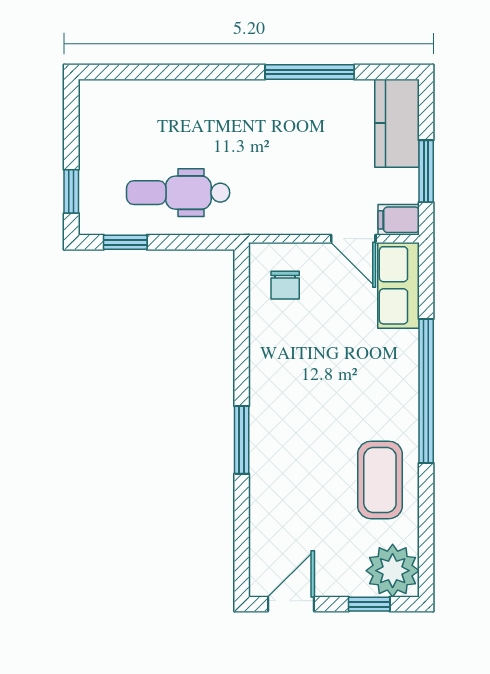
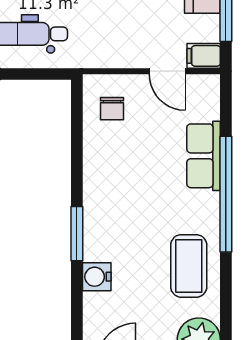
row of seats: (398, 285) -> (204, 156), moved
water cooler: (266, 493) -> (97, 277), added

